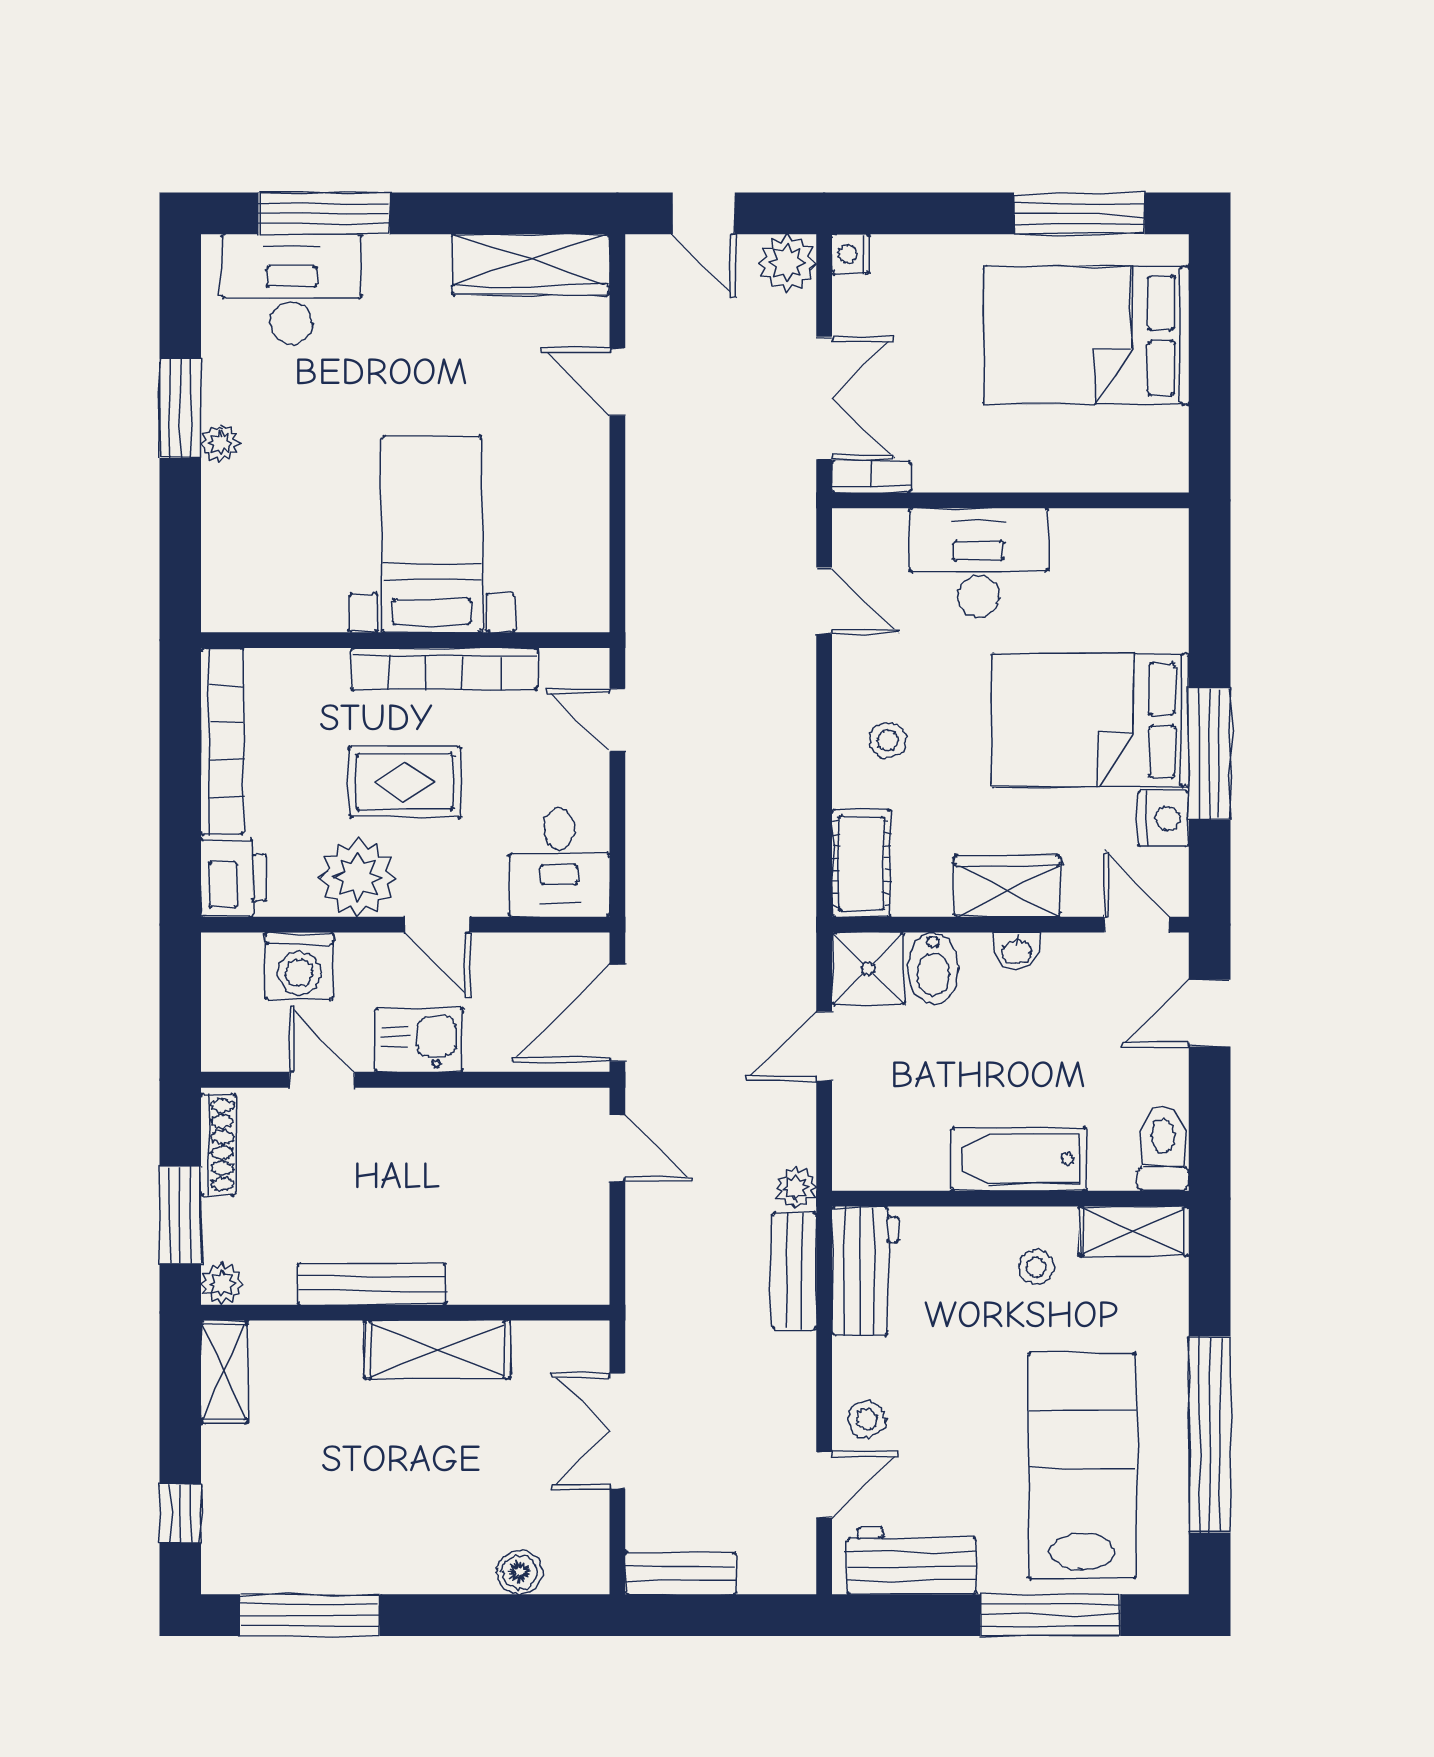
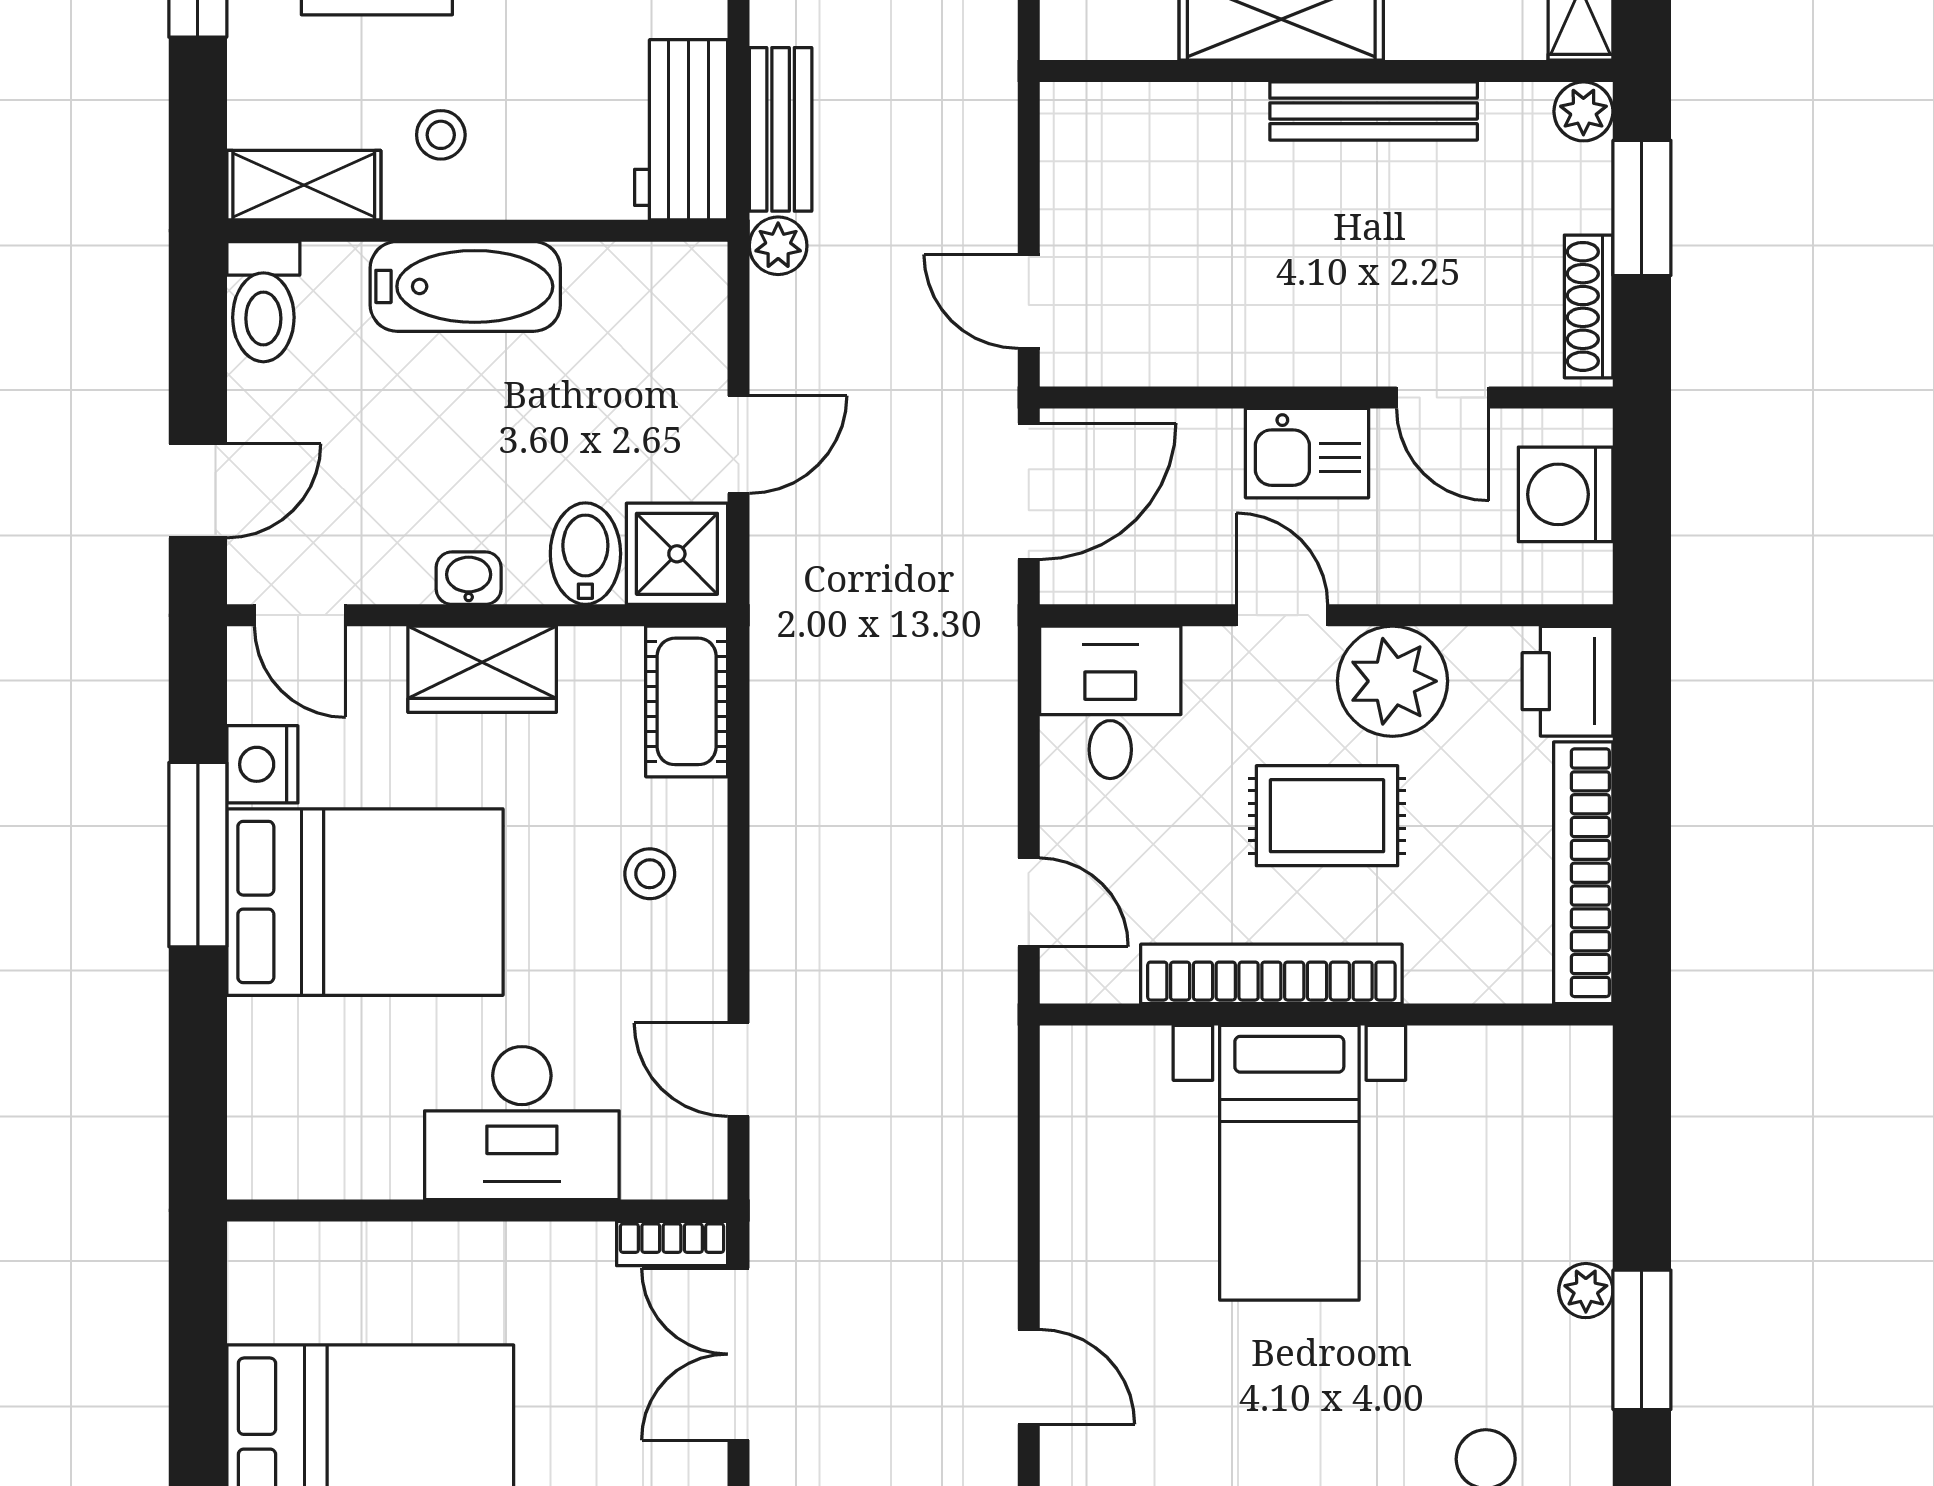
washing machine: (299, 966) -> (1566, 494), moved, turned -90

